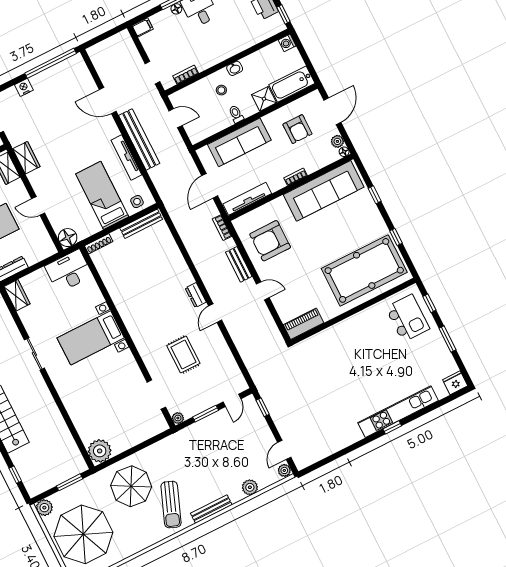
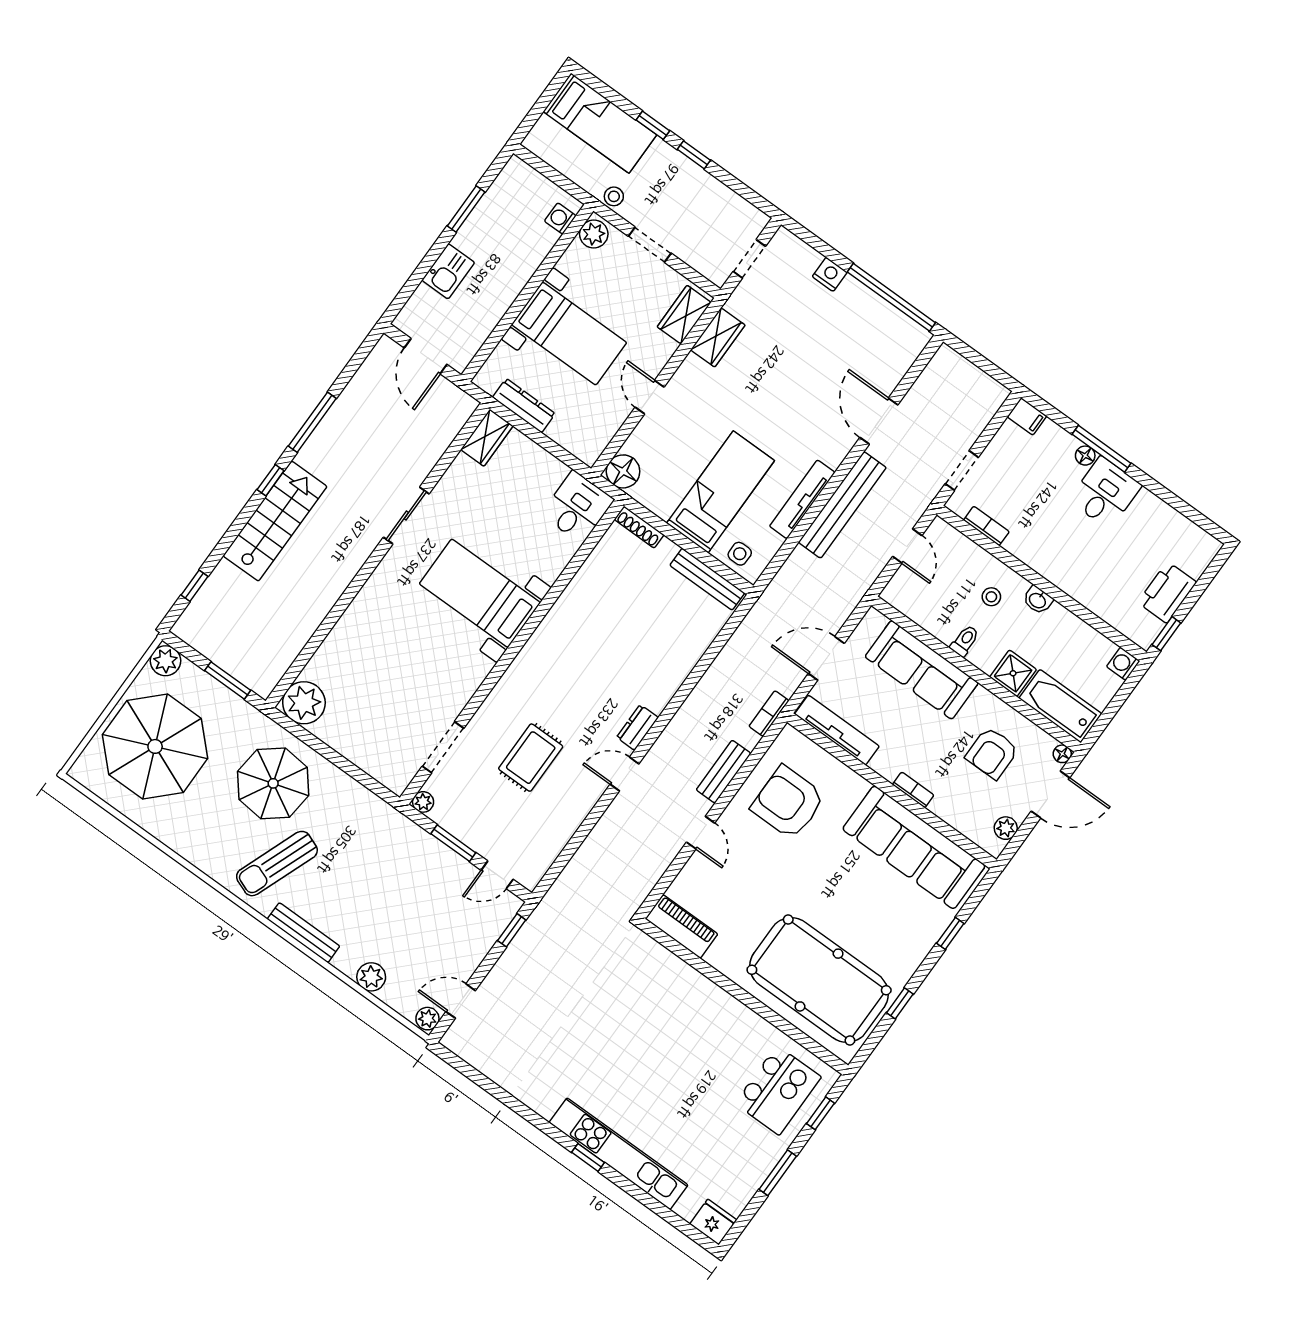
floor lamp: (344, 152) -> (1062, 754), moved
desk: (69, 271) -> (577, 507), width x0.73

